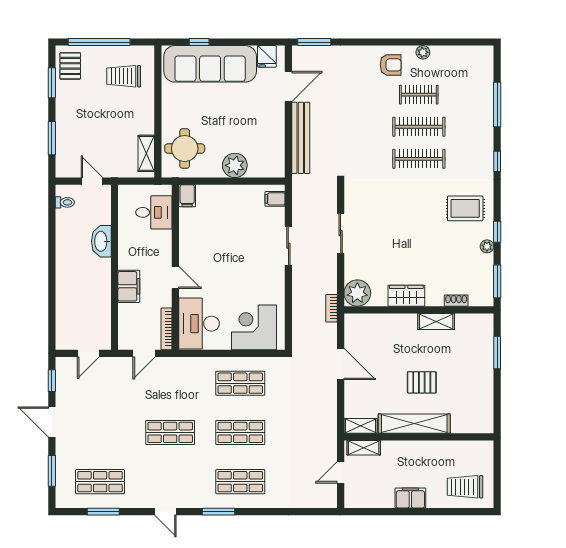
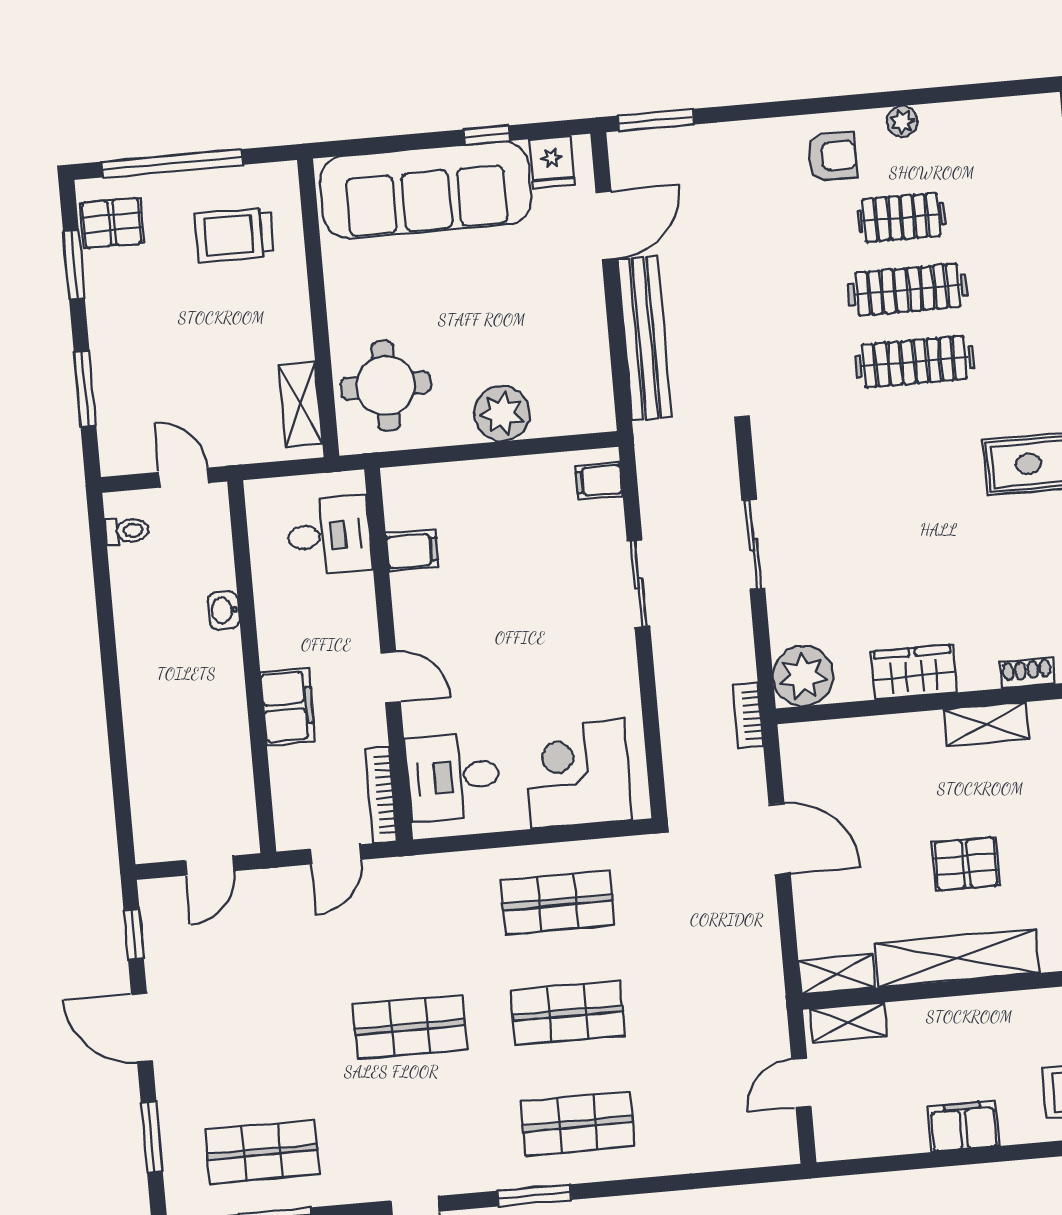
window: (199, 42) -> (487, 135), moved
pallet: (70, 66) -> (112, 223), turned 90
filing cabinet: (187, 196) -> (412, 551), moved, turned -90
washbasin: (101, 241) -> (224, 610), width x0.52, depth x0.69
desk: (199, 324) -> (453, 776), width x0.73

